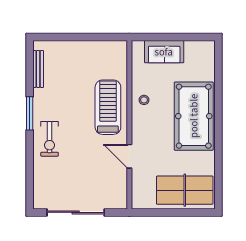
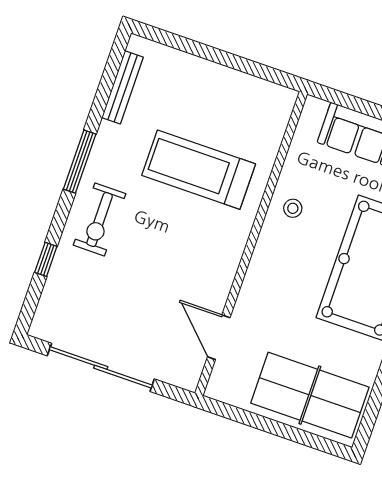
treadmill: (108, 107) -> (199, 170), moved, turned -90
door: (129, 156) -> (219, 337), moved
window: (30, 168) -> (46, 259), added

